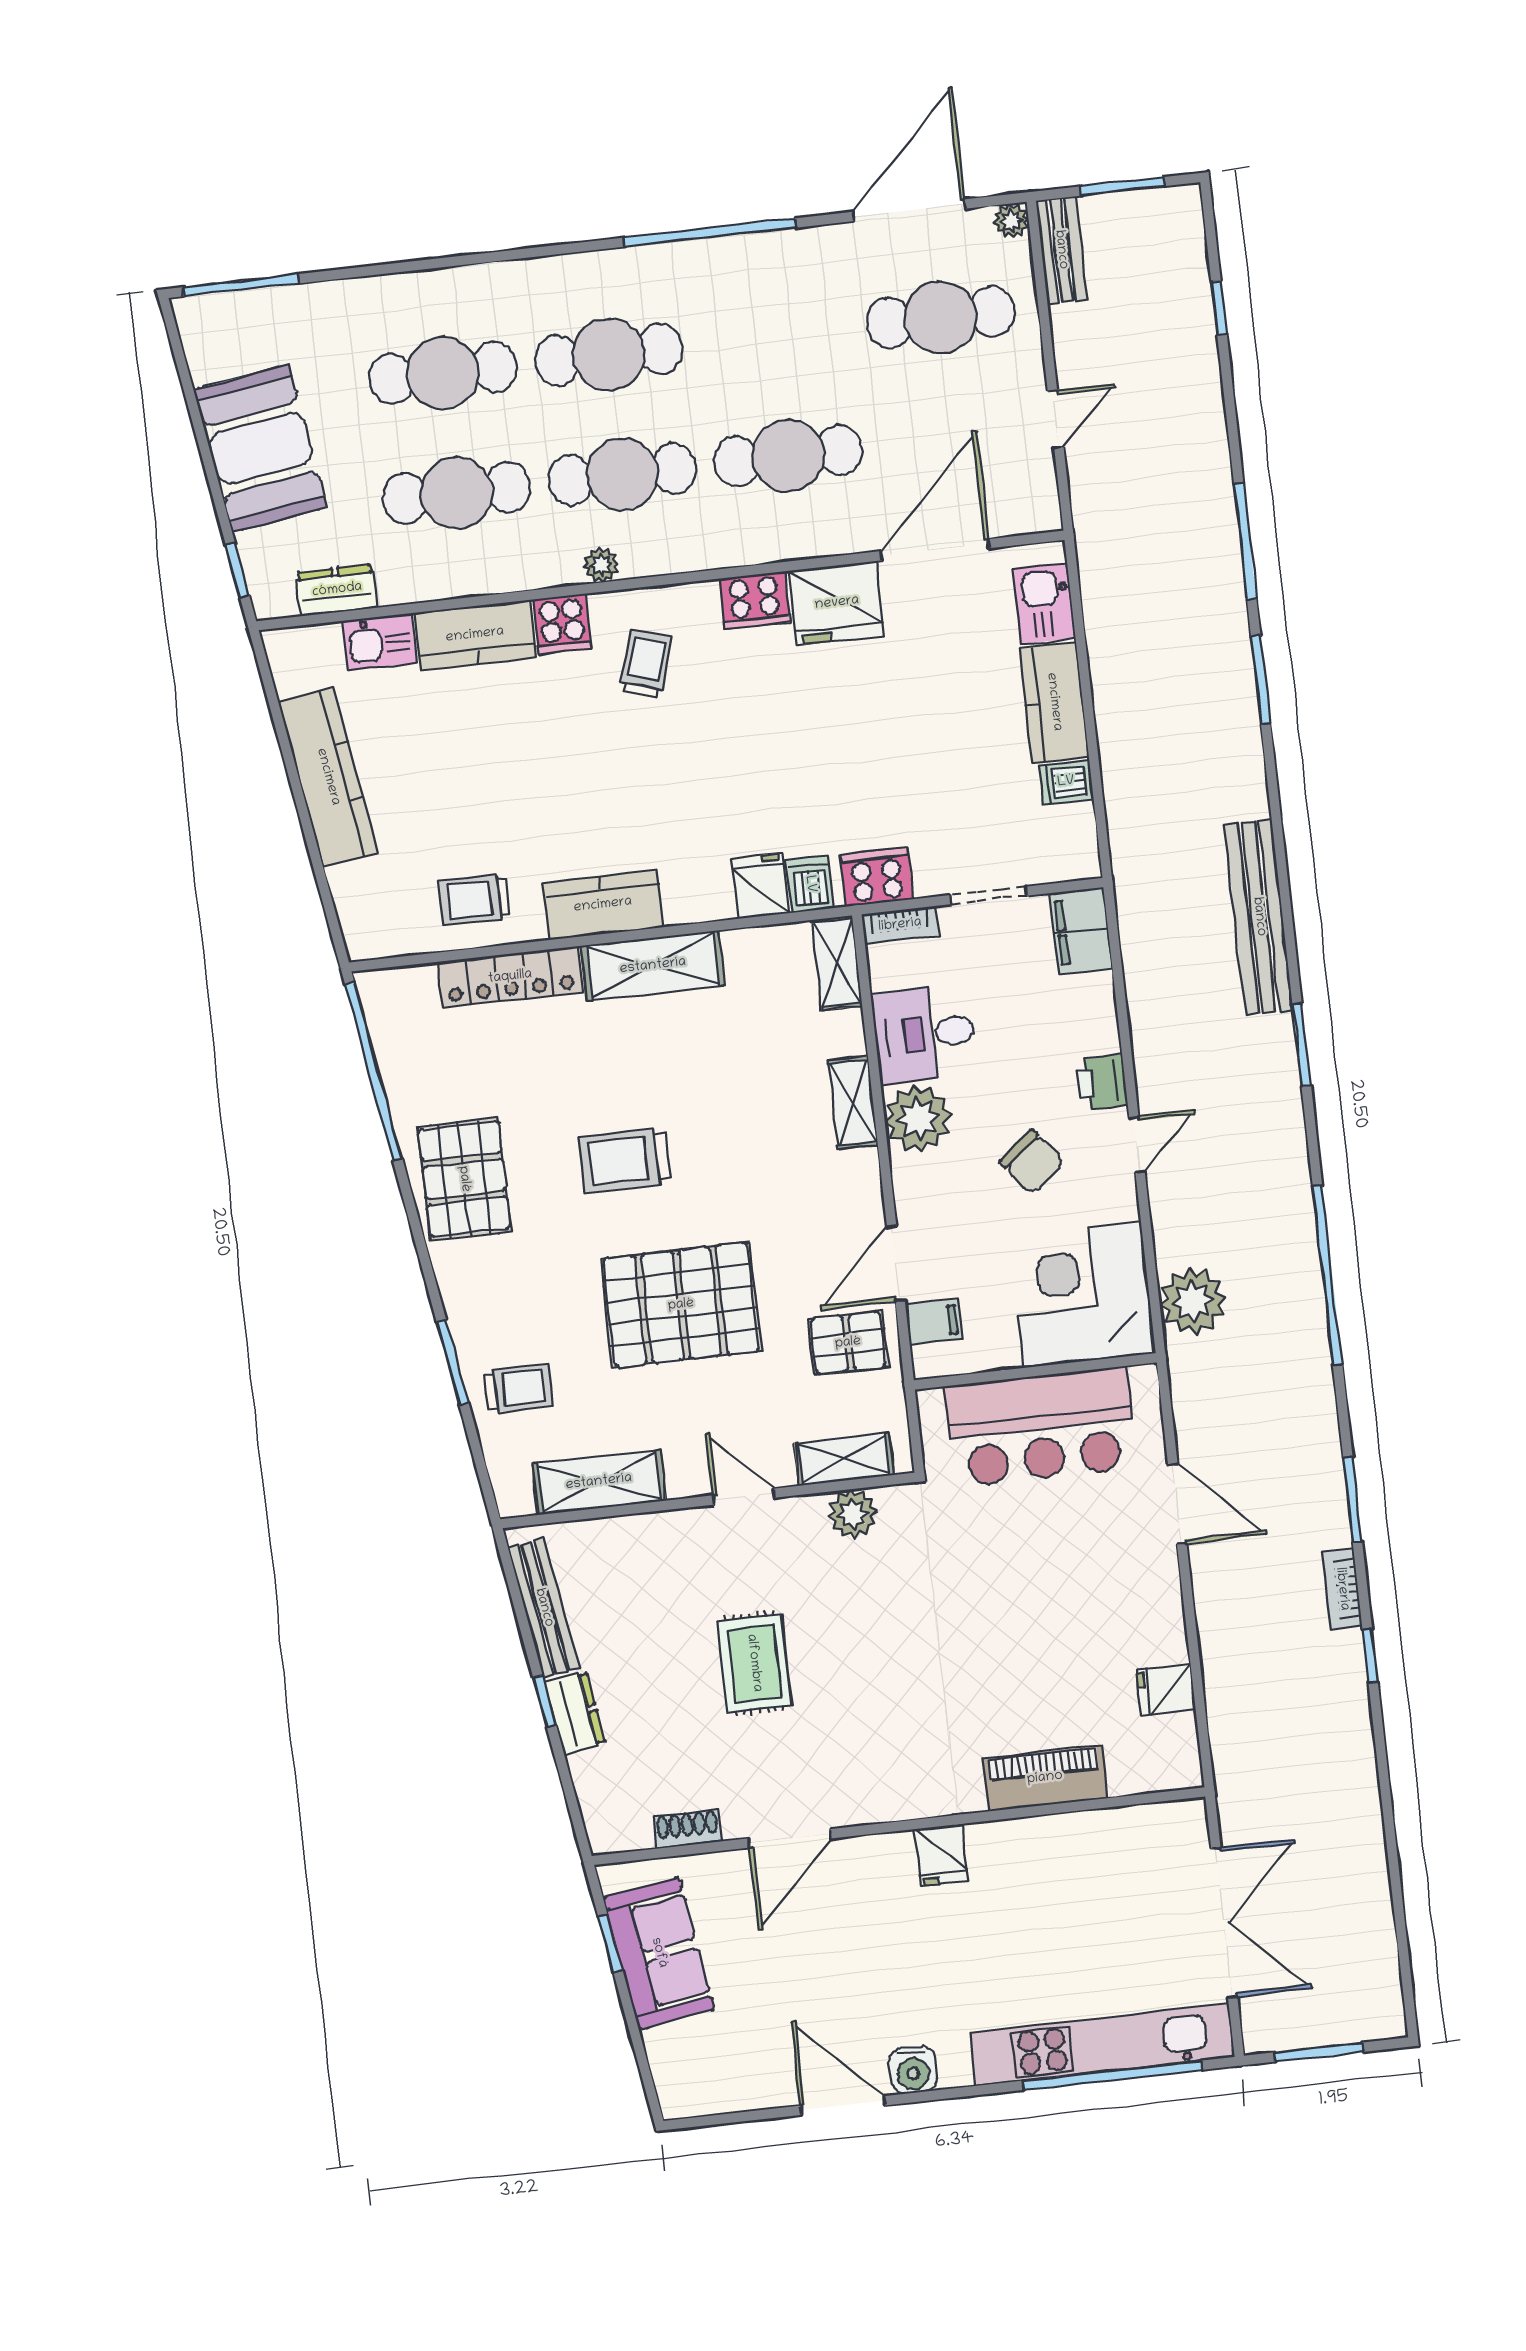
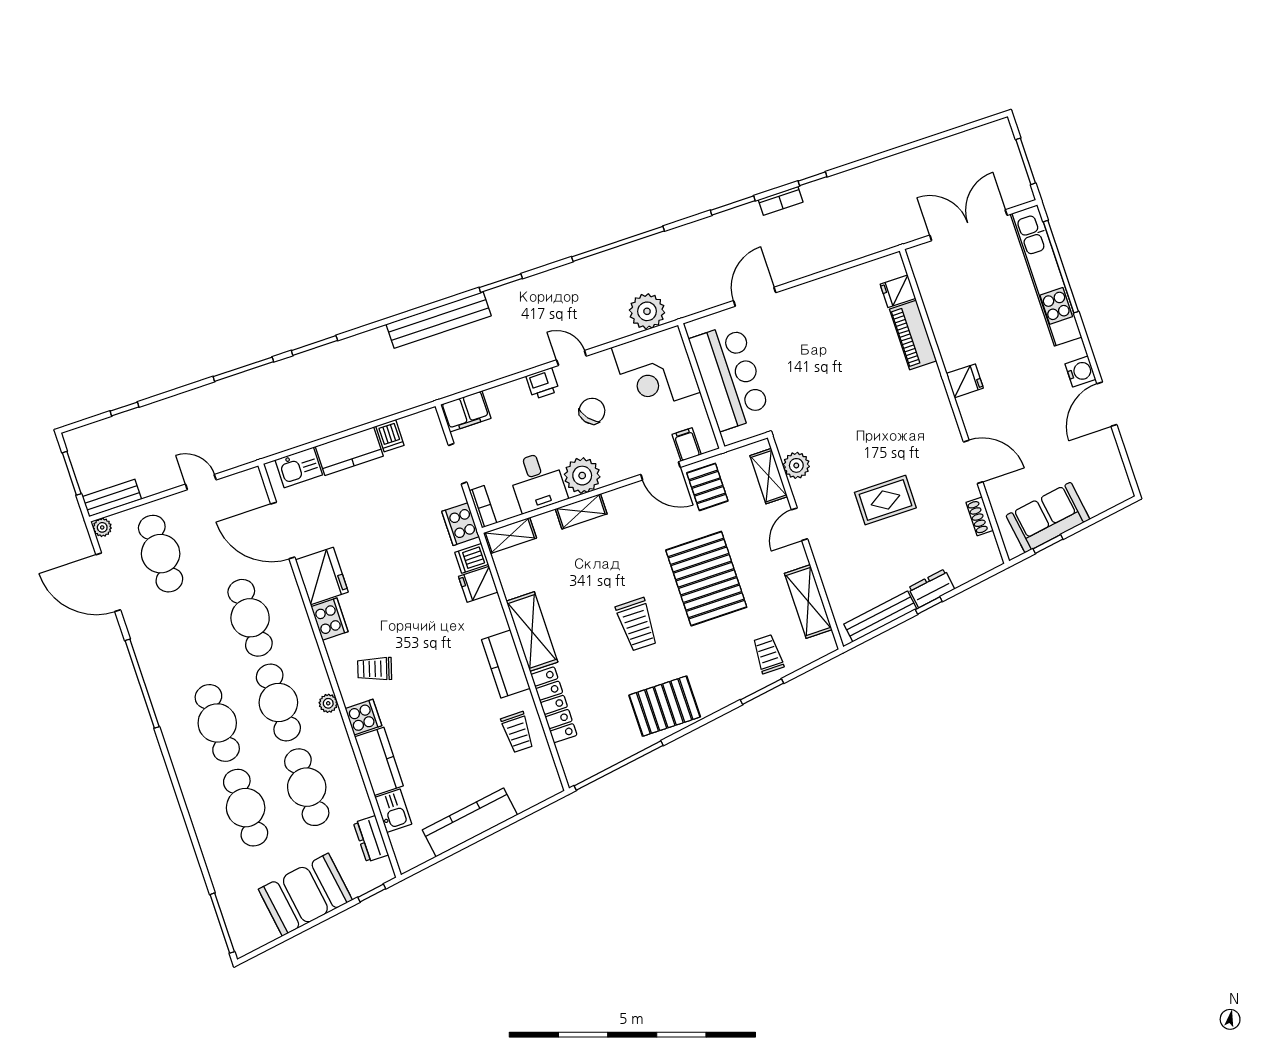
fridge: (1166, 1690) -> (898, 291), moved, turned 90

